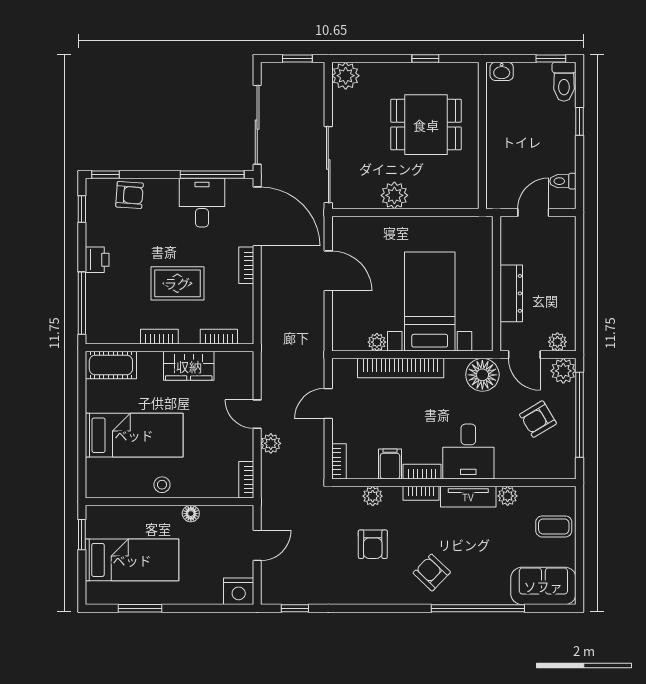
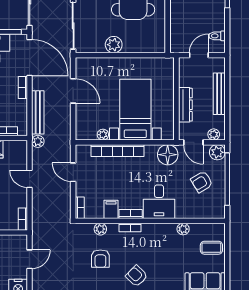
bench: (566, 276) -> (219, 94), added
bench: (271, 306) -> (38, 112), added
door: (328, 403) -> (73, 172), hinge flipped
plant: (271, 443) -> (38, 141), moved
tv unit: (468, 497) -> (159, 229), removed

